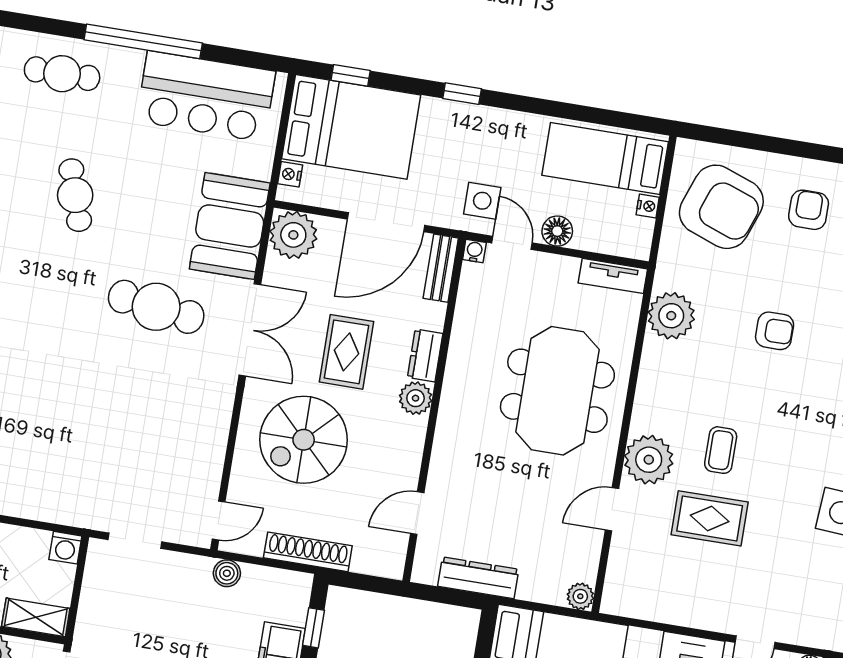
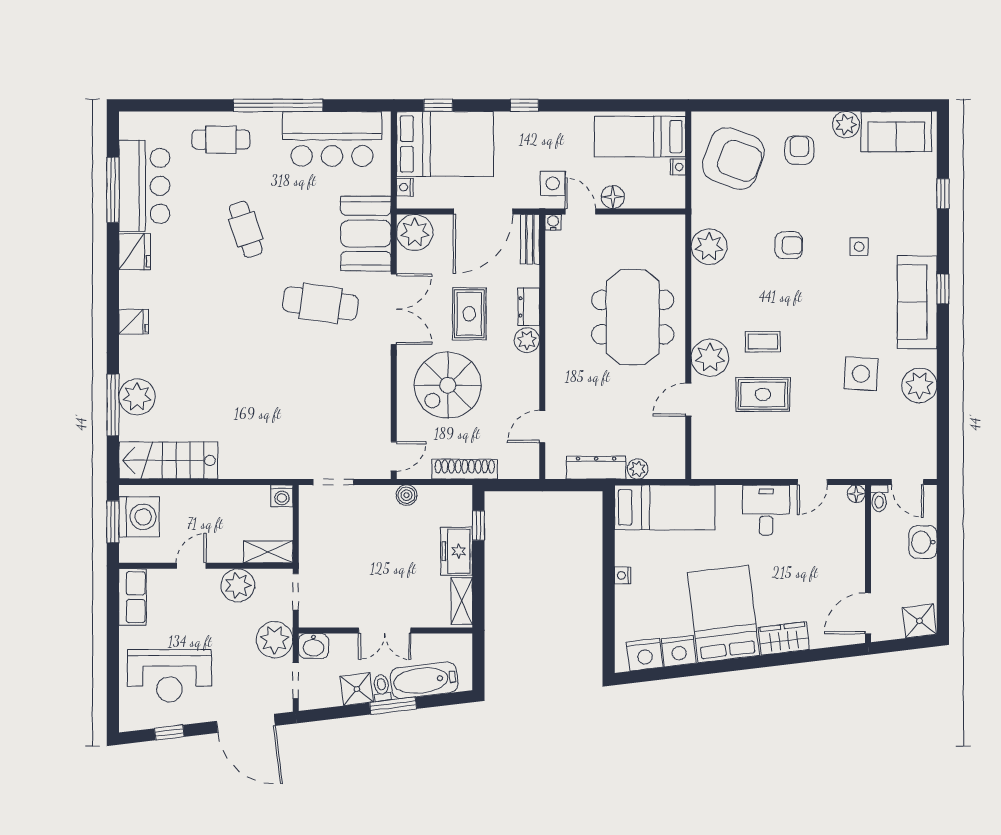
tv unit: (613, 276) -> (660, 224), removed
coffee table: (721, 450) -> (763, 342), turned 90
plant: (580, 596) -> (638, 469), moved

